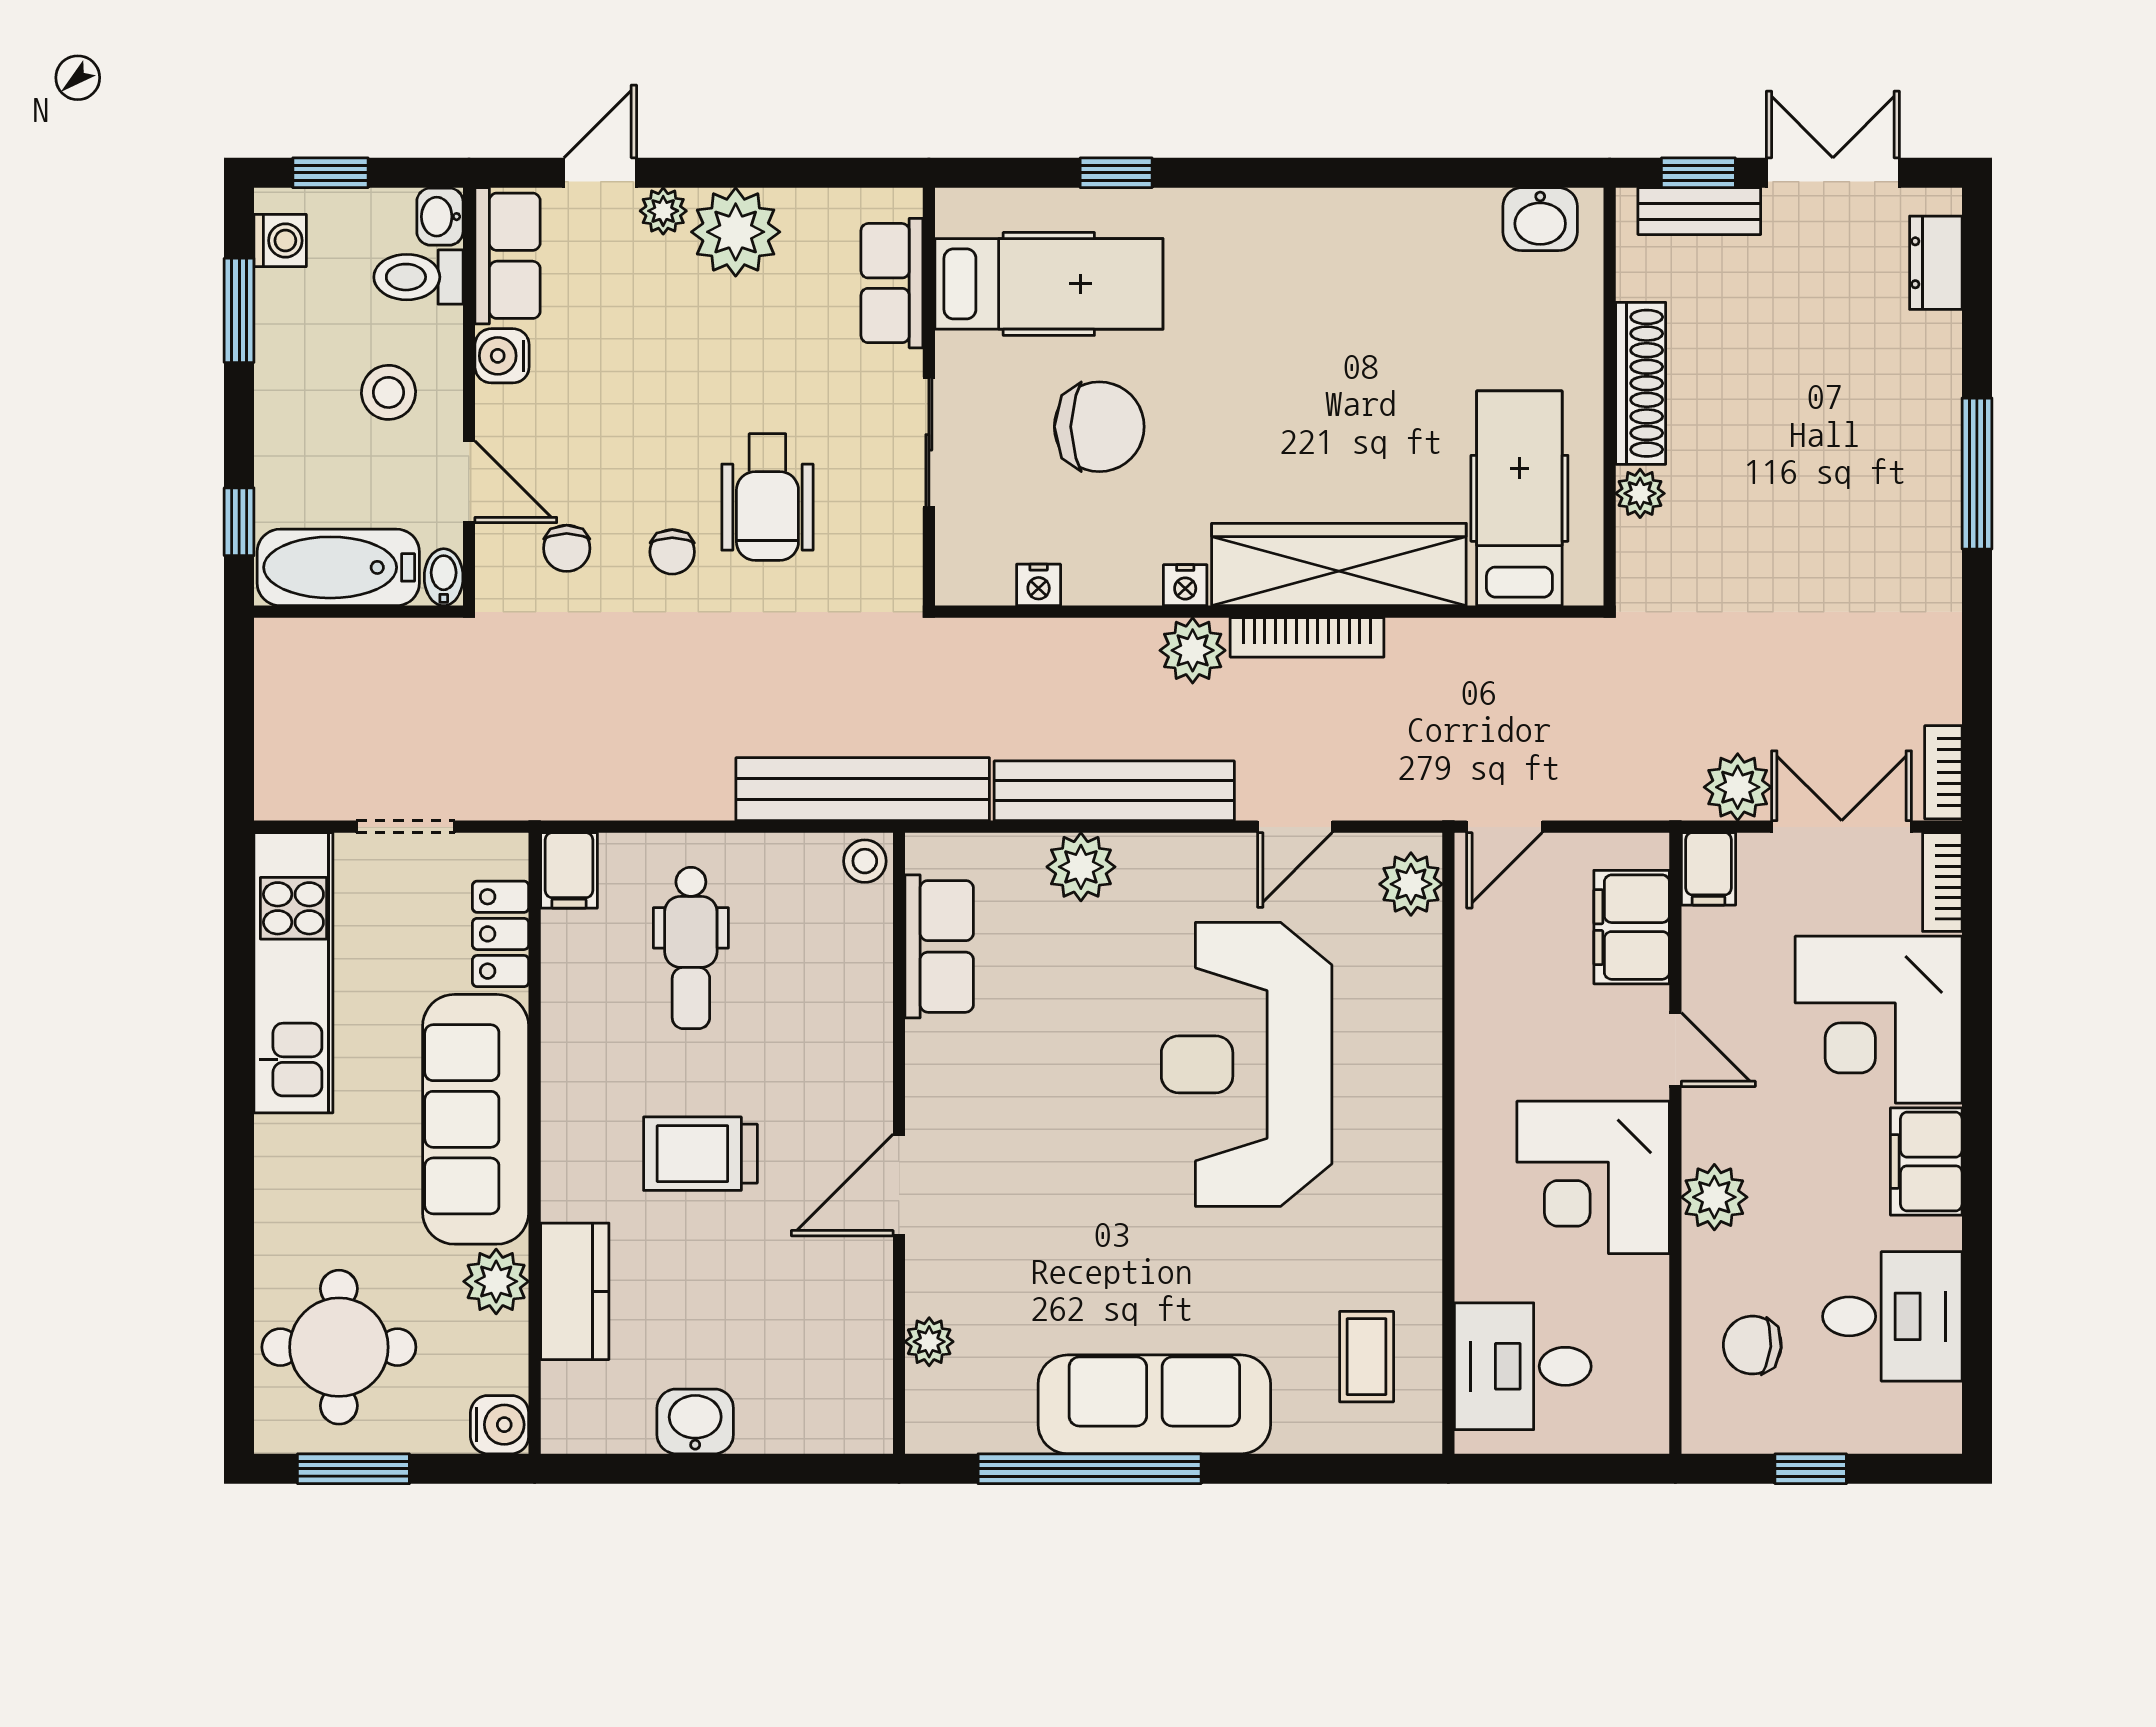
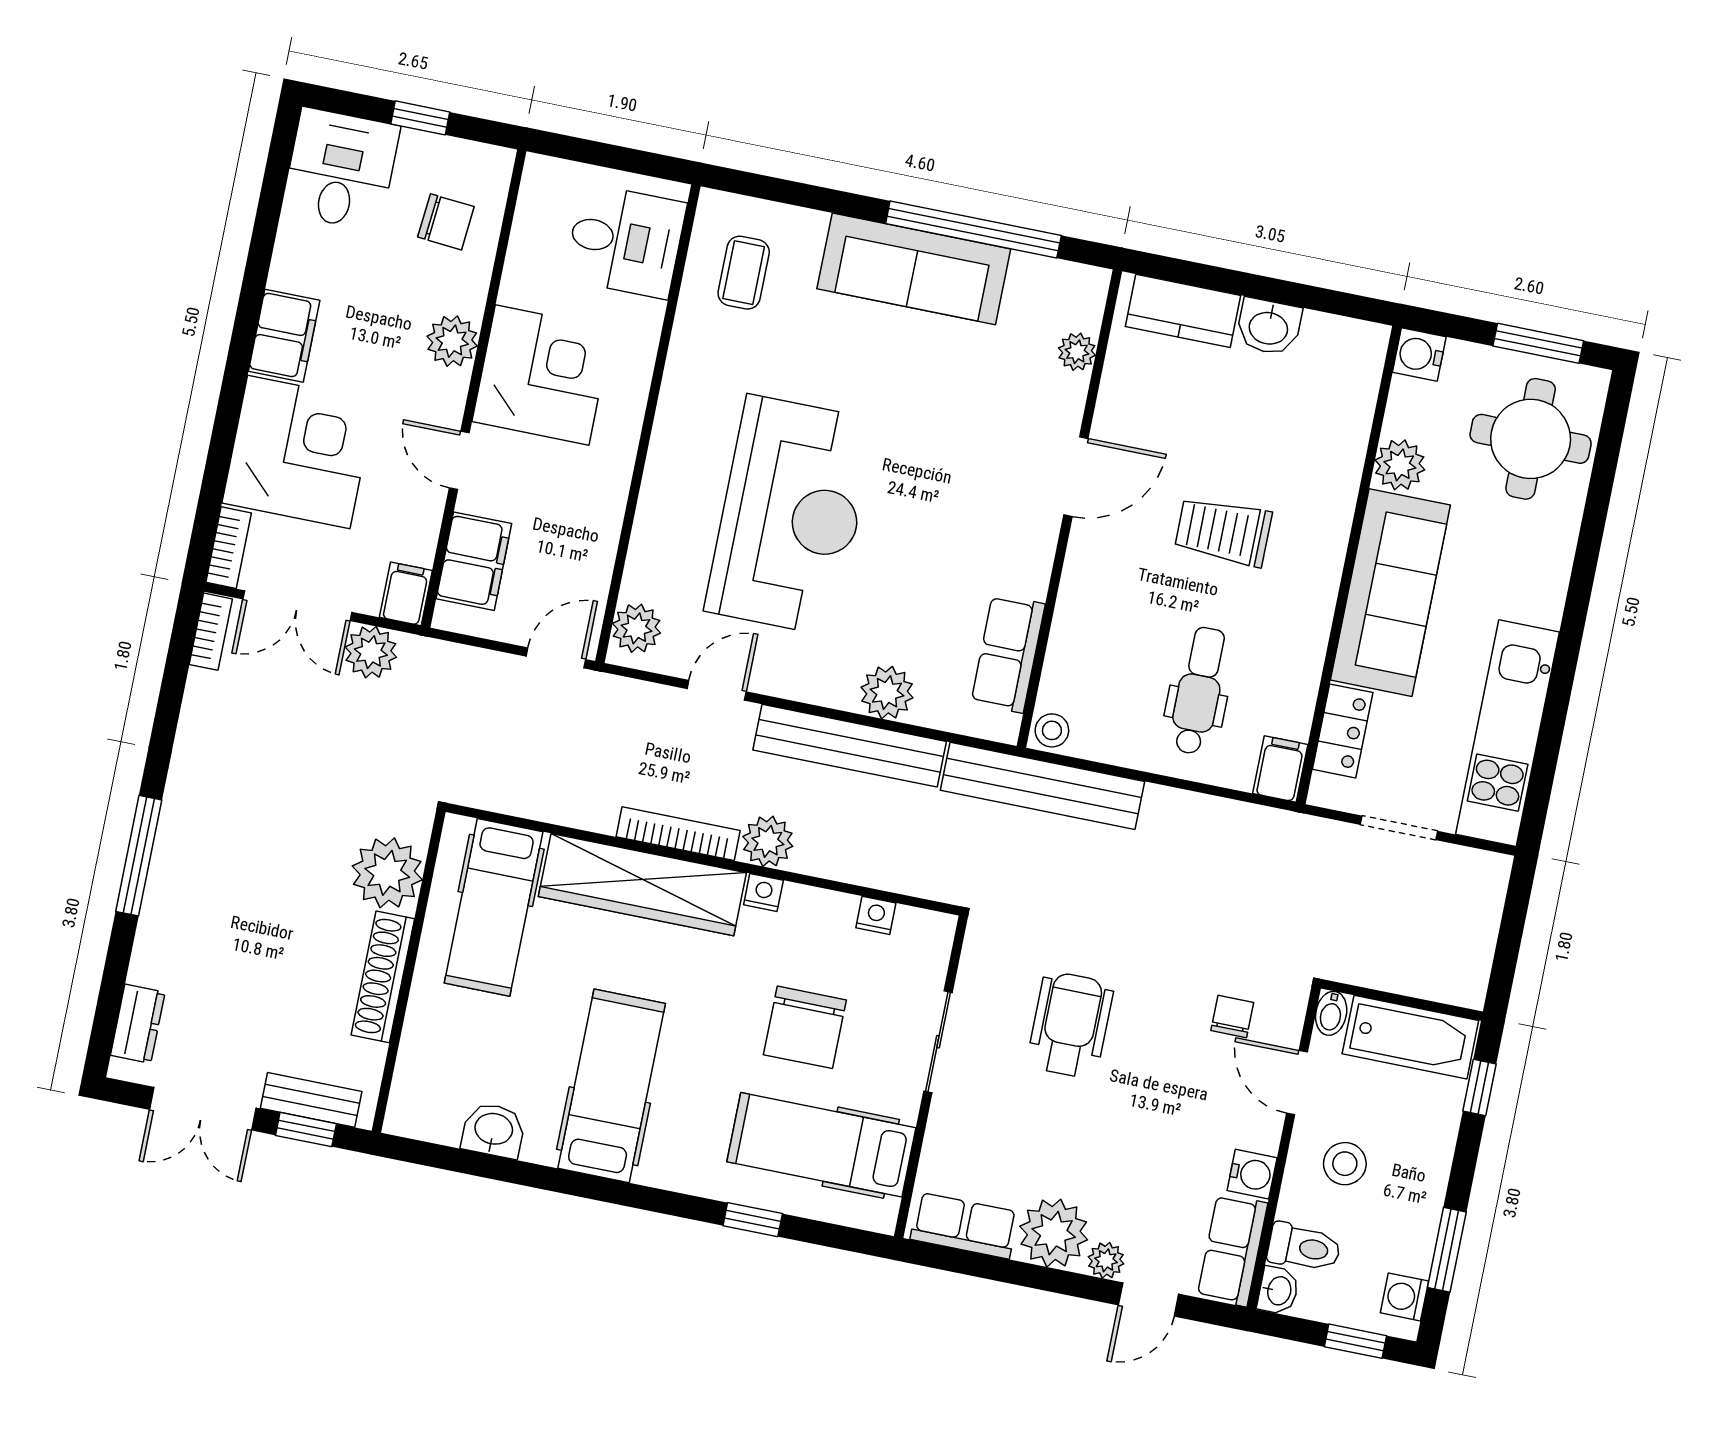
washbasin: (1540, 219) -> (493, 1130), moved
row of seats: (892, 283) -> (964, 1226), moved, turned -90
hospital bed: (1327, 305) -> (612, 1086), added
chair: (1099, 427) -> (805, 1027), turned -90
plant: (1640, 493) -> (387, 873), width x1.88, depth x1.88
chair: (672, 552) -> (1152, 997), removed
trolley: (700, 1154) -> (1223, 531), turned 180
kitchen counter: (575, 1291) -> (1183, 311), moved, turned -90
desk: (1892, 1316) -> (341, 169), moved, turned 90

